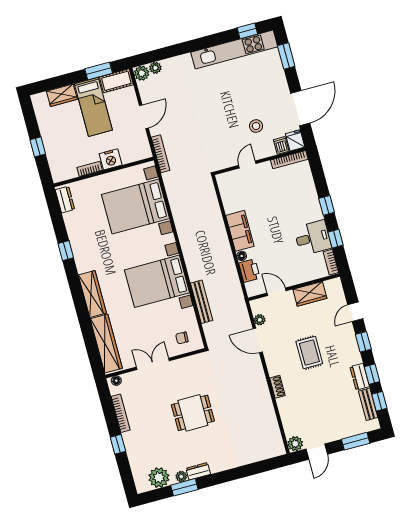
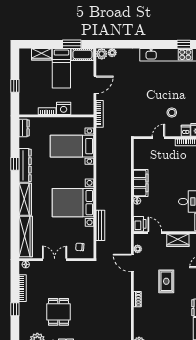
bed with nightstands: (135, 207) -> (72, 146), width x0.73
dresser: (80, 249) -> (25, 165), added
printer: (249, 271) -> (140, 224), moved
dining table: (193, 413) -> (59, 312), moved, turned 90

